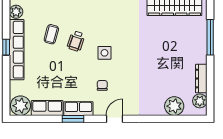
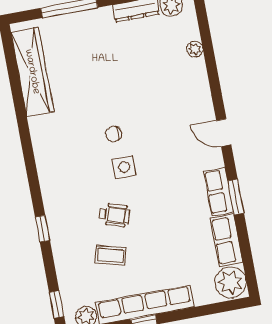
chair: (102, 85) -> (114, 134), moved
plant: (174, 106) -> (195, 49), width x0.53, depth x0.53

